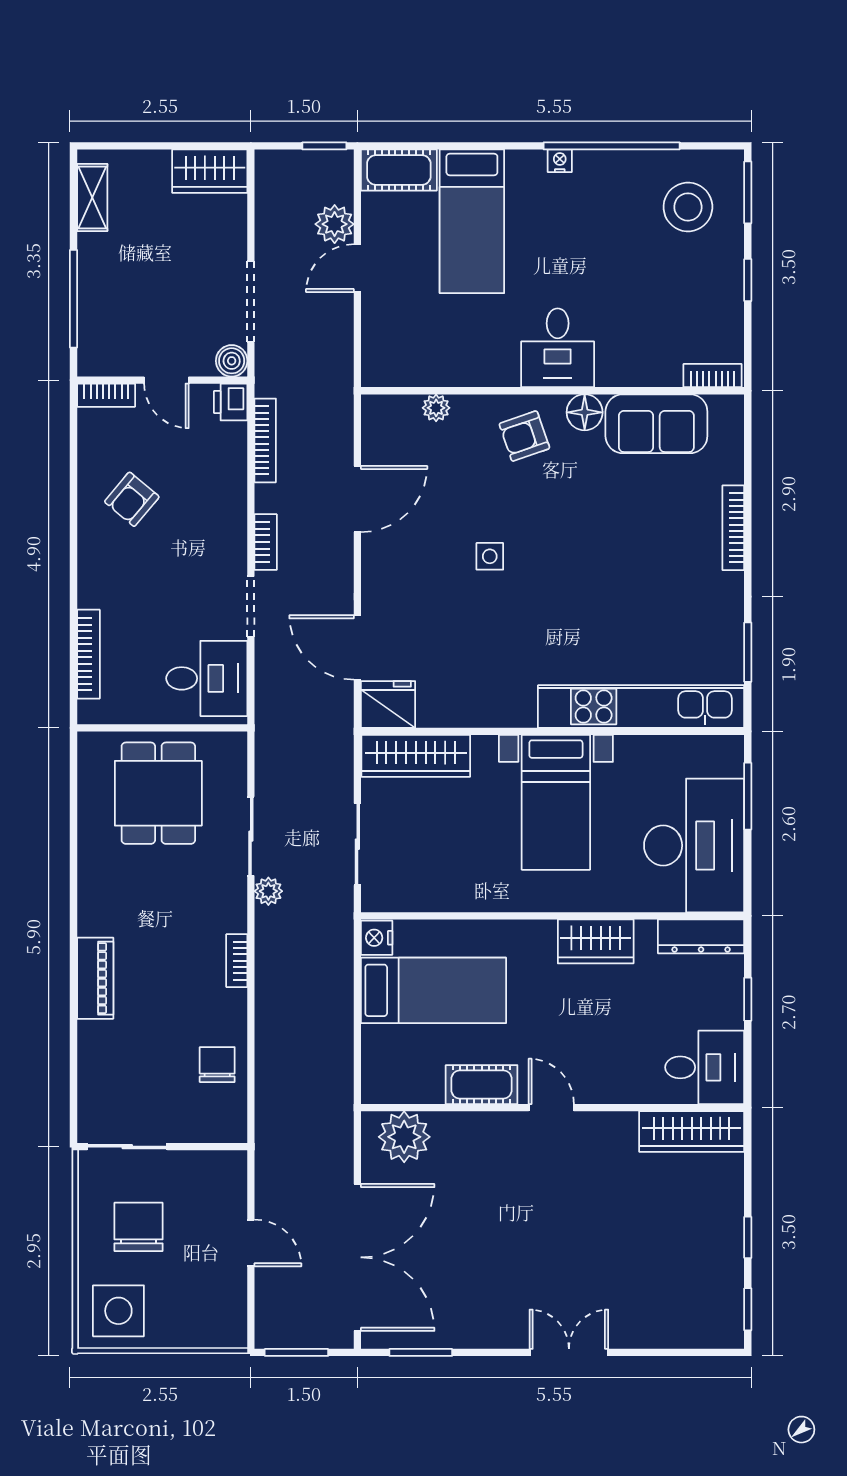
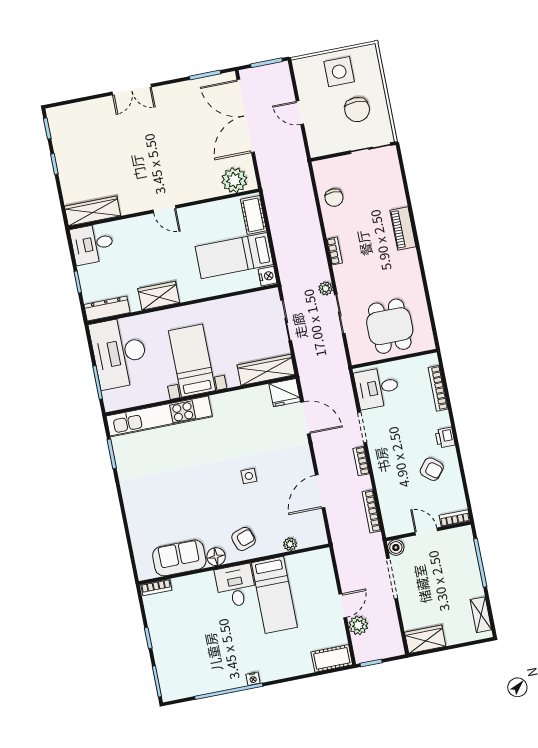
stool: (688, 207) -> (185, 668), removed
bed: (472, 221) -> (274, 595), moved, turned 180
printer: (231, 402) -> (445, 438), moved, turned 180
armchair: (132, 499) -> (432, 469), turned 89
bookcase: (733, 528) -> (131, 514), removed
cot: (482, 1085) -> (253, 215), moved, turned 90
side table: (118, 1311) -> (339, 72), moved

